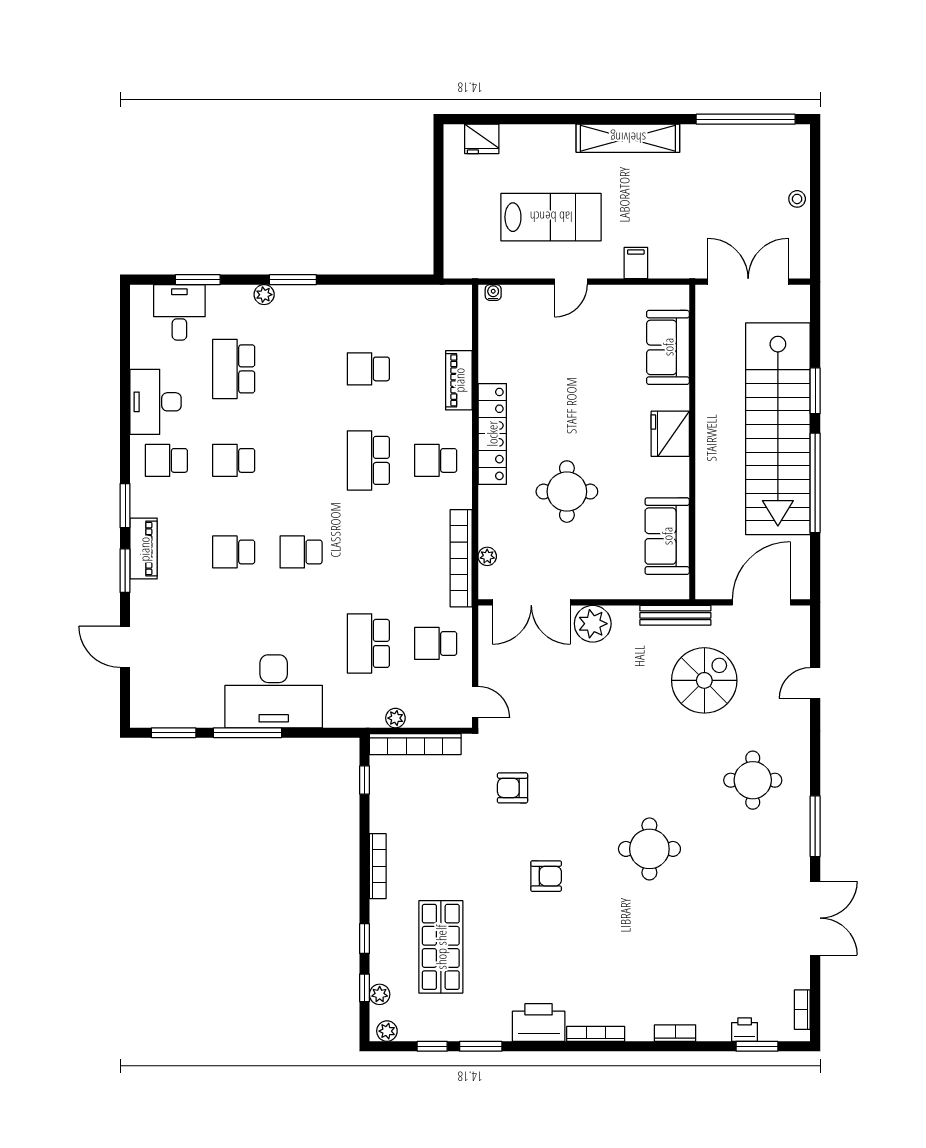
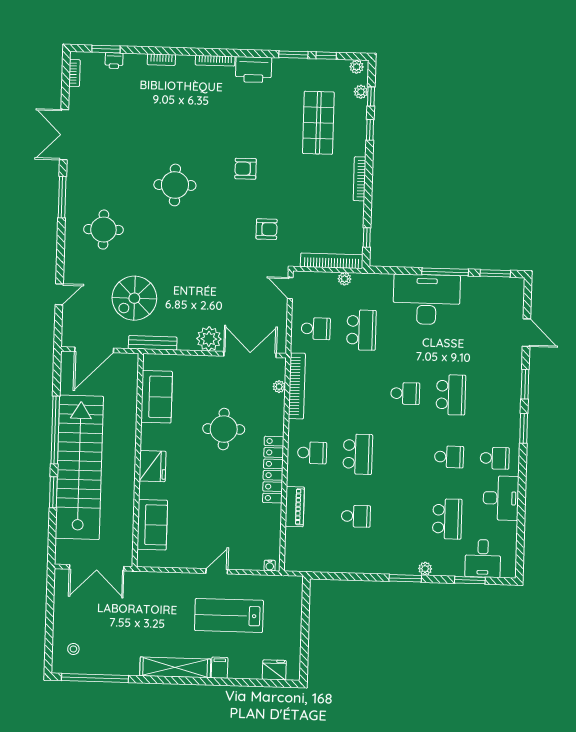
stool: (797, 199) -> (73, 649), moved
filing cabinet: (636, 263) -> (220, 668), moved, turned 180
piano: (144, 549) -> (512, 399), removed
school desk: (234, 552) -> (451, 395), width x1.85

